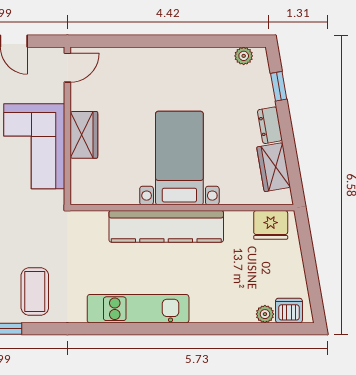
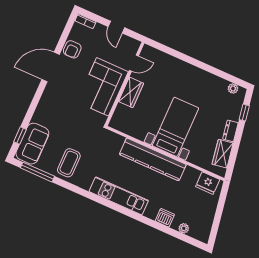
door: (67, 68) -> (134, 63), moved
dishwasher: (289, 311) -> (165, 218), moved

